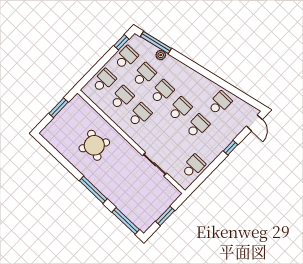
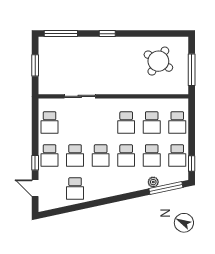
window: (59, 108) -> (192, 70), width x1.44
door: (254, 123) -> (35, 188), moved
school desk: (215, 143) -> (50, 155), added
round table: (94, 145) -> (158, 61), moved
window: (93, 190) -> (107, 34), width x0.46

